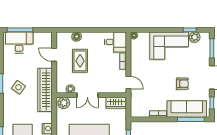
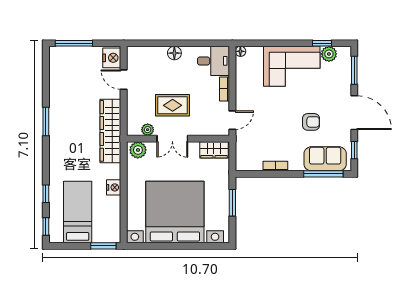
floor lamp: (77, 36) -> (174, 53), moved
nightstand: (46, 40) -> (112, 58), added
desk: (19, 42) -> (73, 62), removed
rug: (80, 61) -> (173, 105), moved, turned 90
door: (128, 82) -> (232, 120), hinge flipped
side table: (18, 87) -> (72, 127), removed
sofa: (187, 109) -> (325, 159), width x0.73

